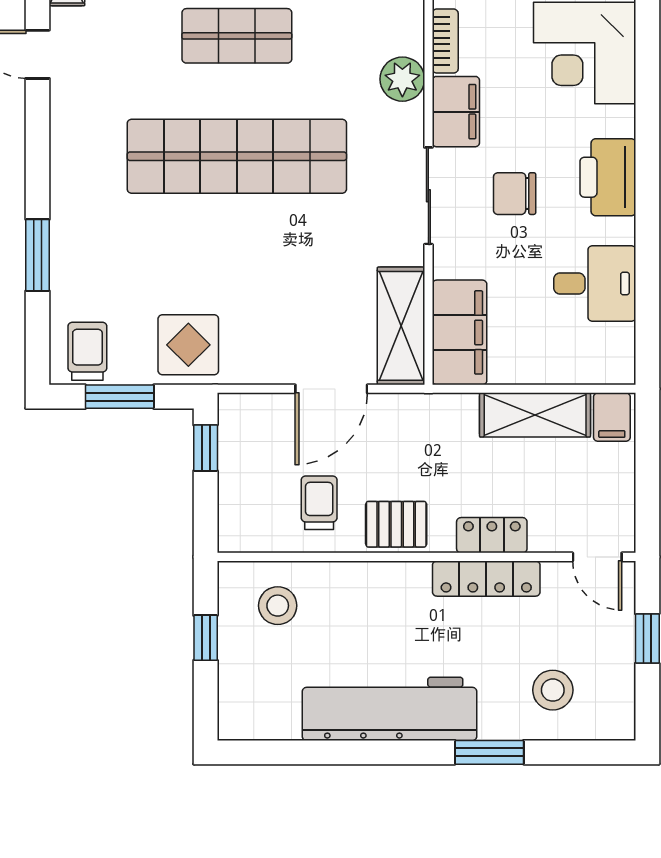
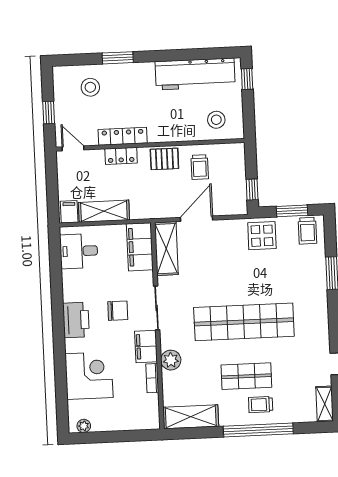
desk: (595, 283) -> (79, 251), moved
window: (206, 638) -> (247, 79), moved
workbench: (389, 709) -> (195, 74), moved

